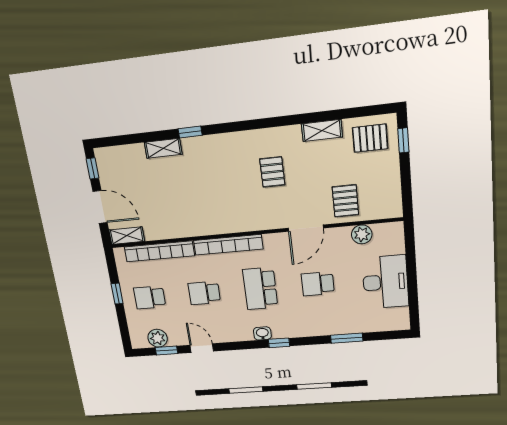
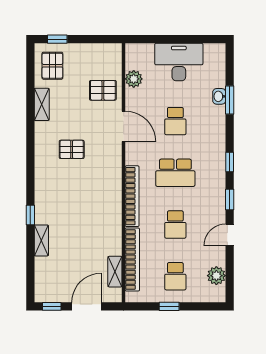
shelving: (127, 236) -> (115, 272), moved
washbasin: (262, 333) -> (219, 96), moved
window: (166, 351) -> (230, 199), moved

